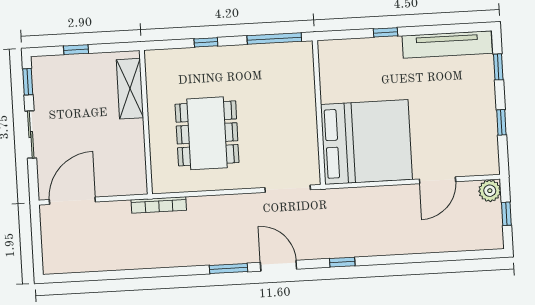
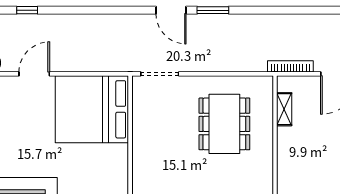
shelving: (130, 89) -> (284, 109), moved, width x0.67, depth x0.75
bookcase: (159, 205) -> (290, 66), moved
window: (342, 262) -> (27, 10), moved

